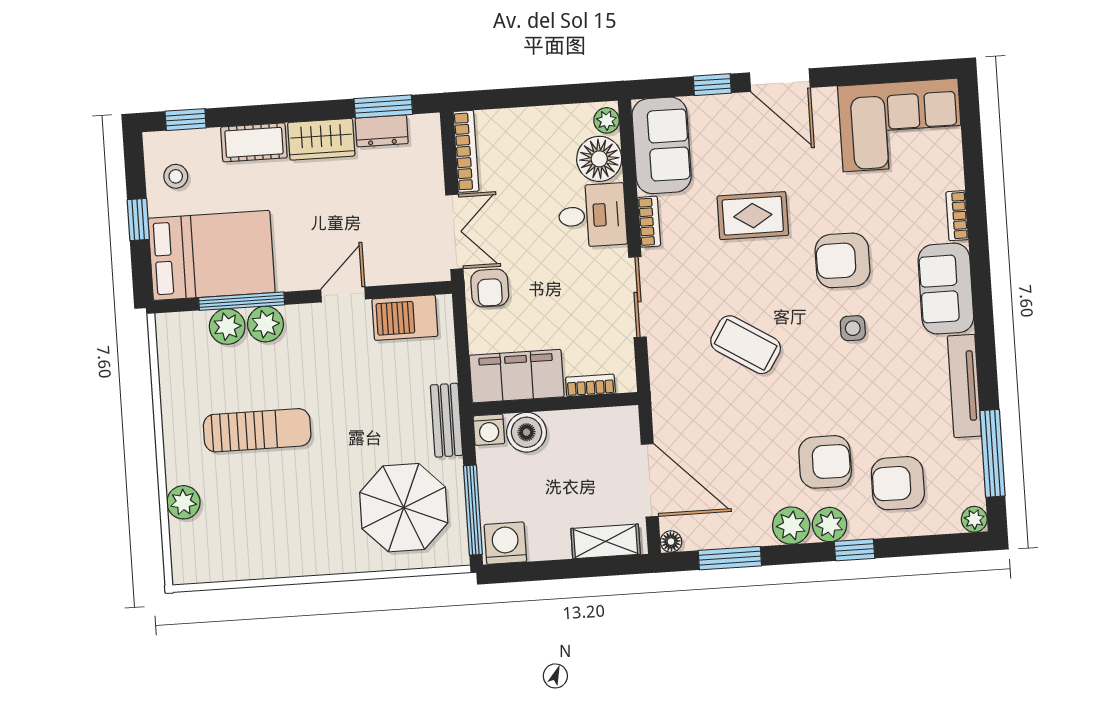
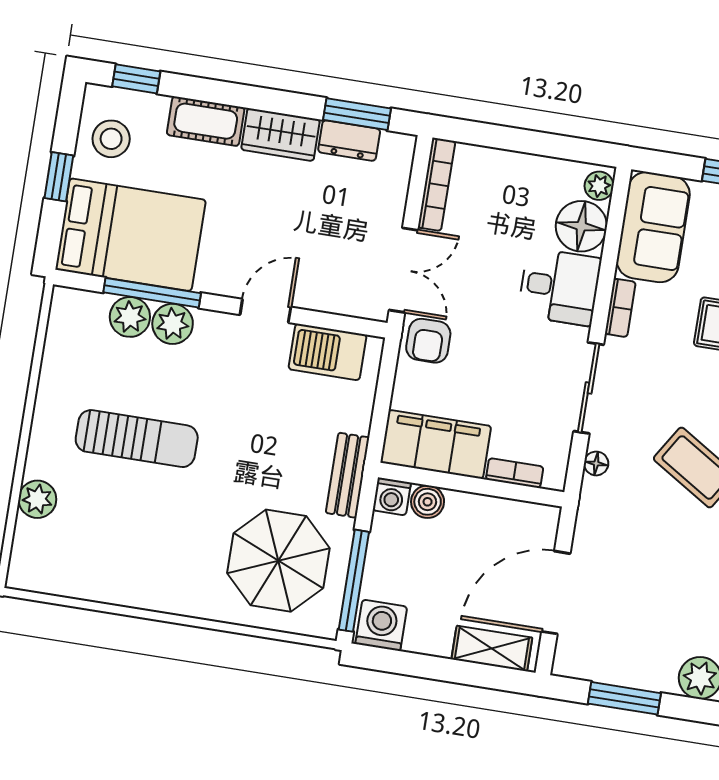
stool: (176, 176) -> (111, 139), width x1.37, depth x1.37
boiler: (527, 432) -> (428, 502), width x0.73, depth x0.73
door: (650, 480) -> (556, 593), swing flipped
floor lamp: (671, 542) -> (596, 463), moved

